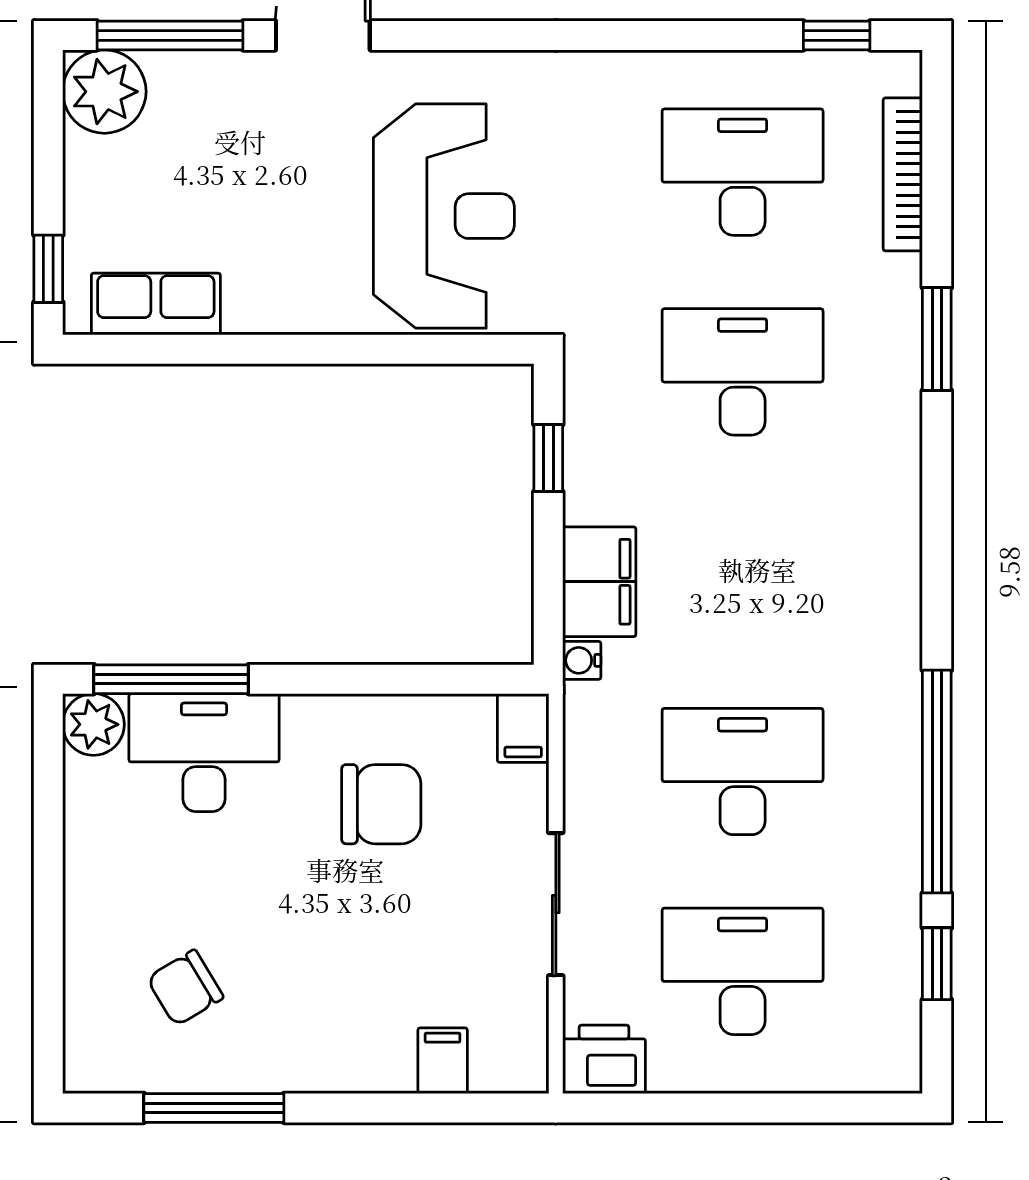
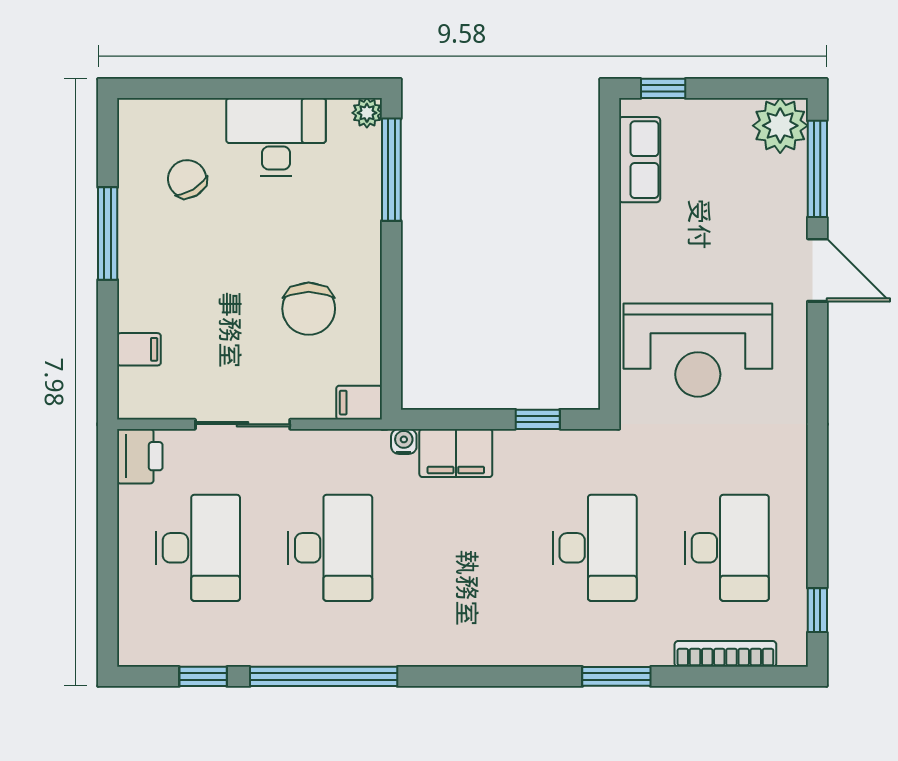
plant: (93, 724) -> (367, 113), width x0.73, depth x0.73
desk: (204, 753) -> (276, 137), moved, turned -90
window: (214, 1108) -> (108, 234), moved

